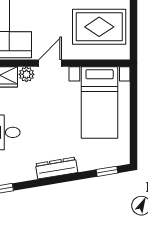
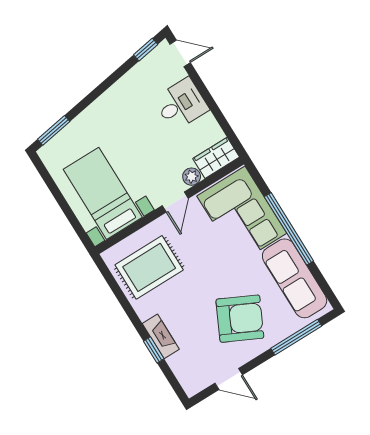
dresser: (57, 168) -> (105, 103), removed
window: (107, 171) -> (54, 130), width x1.50

